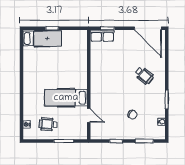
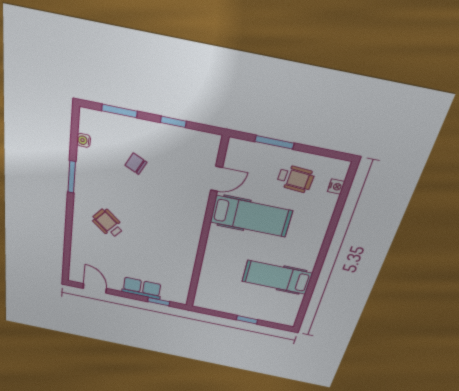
door: (148, 28) -> (95, 288), width x0.53
row of seats: (102, 36) -> (142, 288), moved
hospital bed: (42, 39) -> (277, 277), moved
door: (89, 115) -> (216, 179), swing flipped

